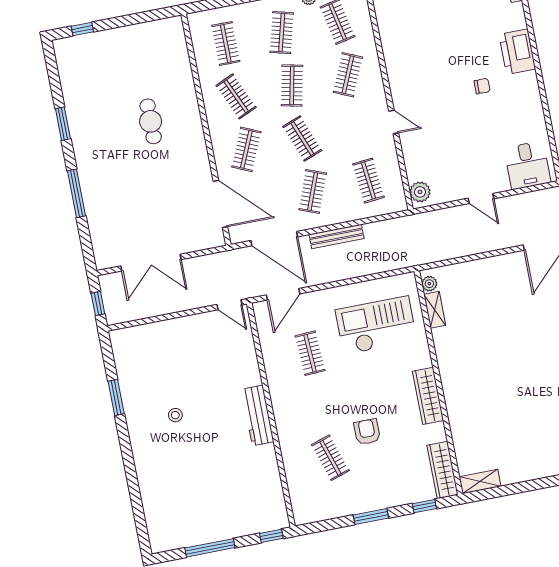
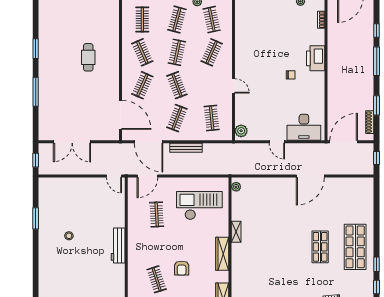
desk: (527, 165) -> (304, 127), width x1.37
shelving: (435, 310) -> (236, 232), moved
armchair: (367, 432) -> (182, 268), turned 180

